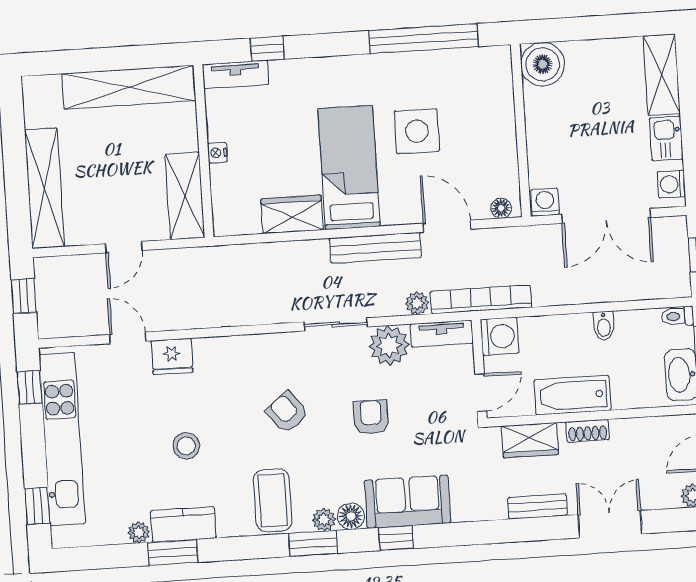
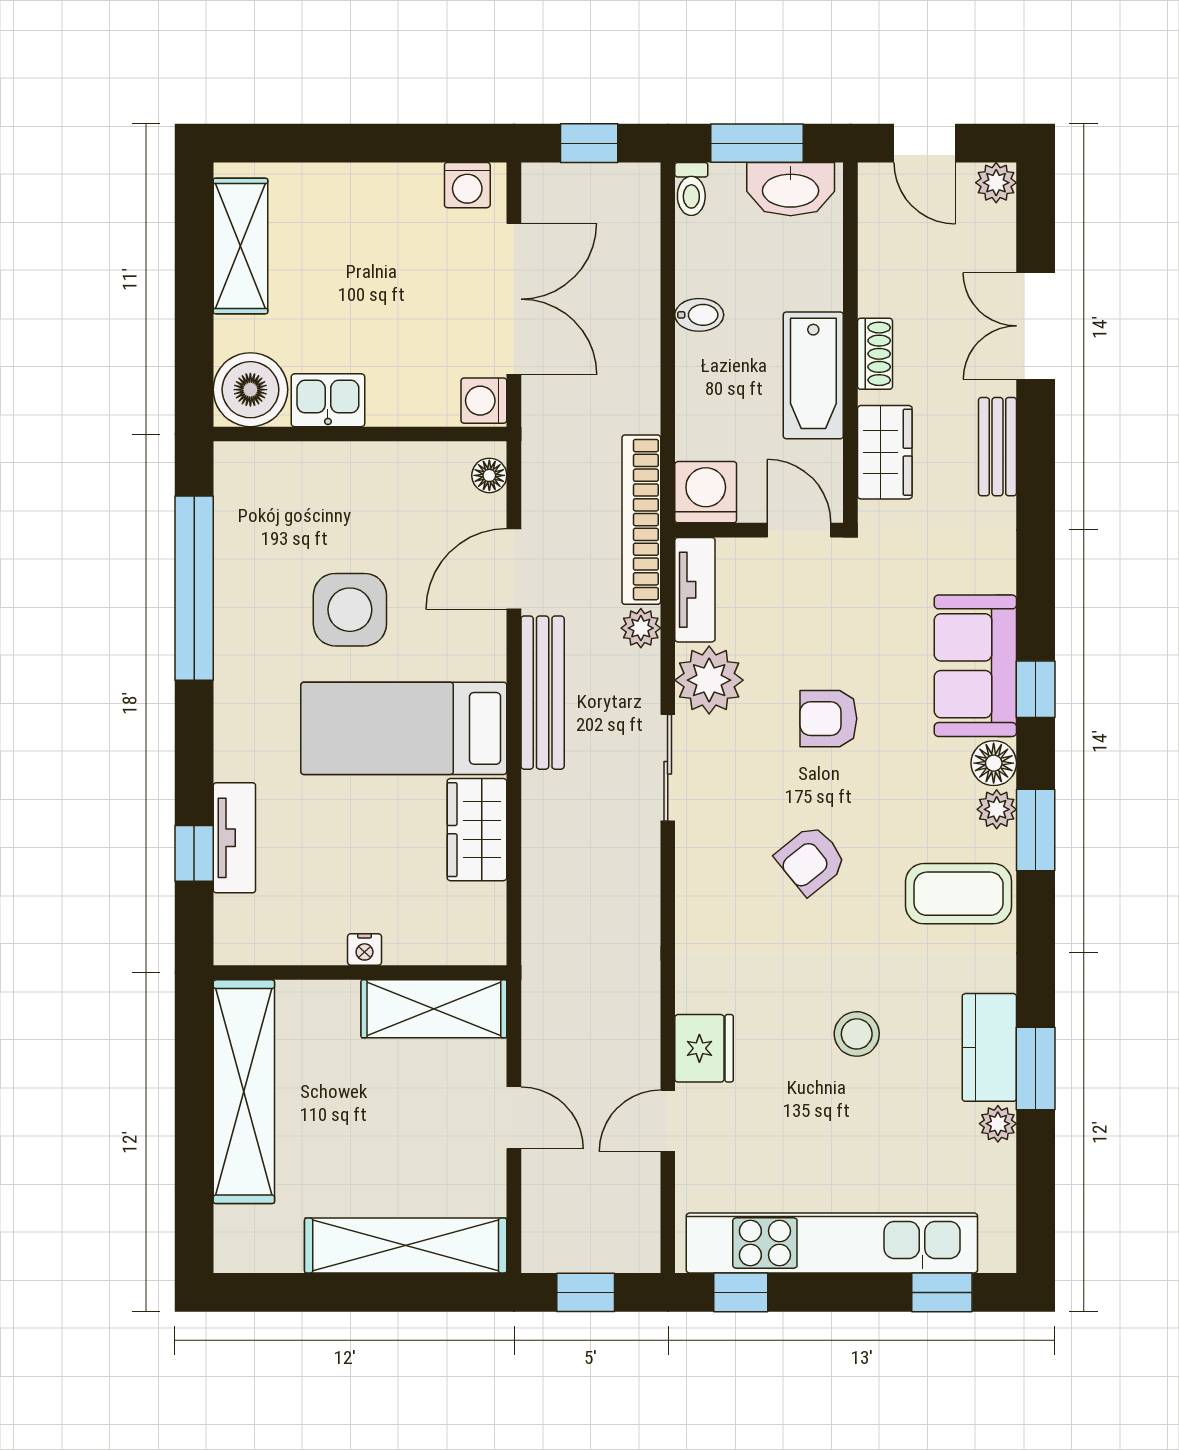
tv unit: (235, 75) -> (234, 838), moved
shelving: (662, 75) -> (240, 246), moved, turned 90
kitchen sink: (666, 138) -> (328, 400), moved, turned 180

